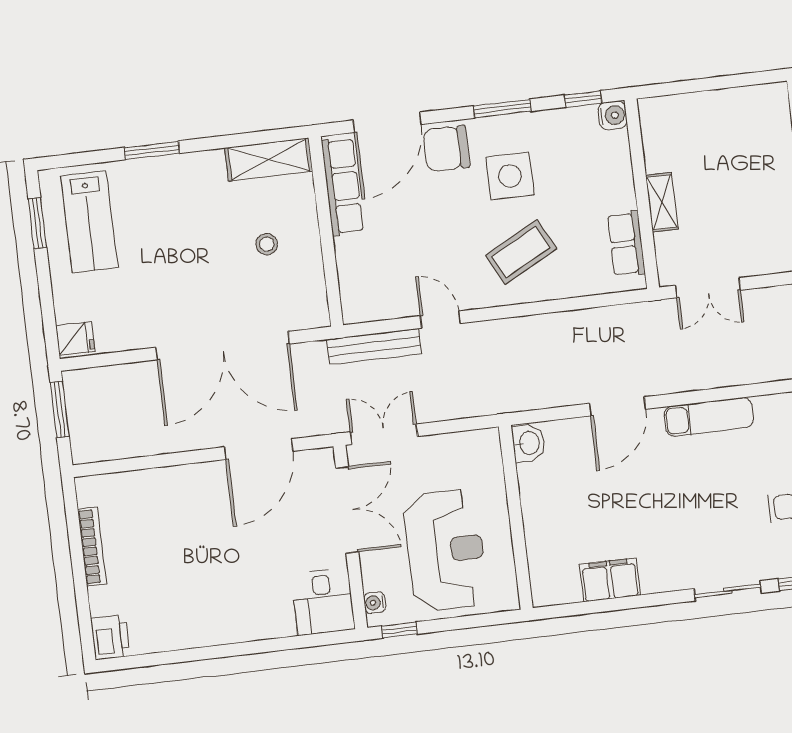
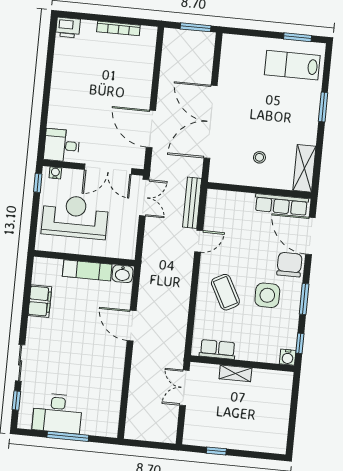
fridge: (75, 338) -> (232, 44), removed
exam couch: (709, 417) -> (87, 270), moved, turned -90
reception desk: (445, 550) -> (75, 217), turned 180

